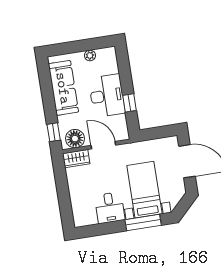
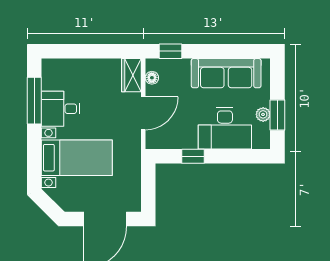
window: (89, 45) -> (277, 115), added
desk: (107, 96) -> (225, 128), moved
floor lamp: (75, 139) -> (152, 78), width x0.53, depth x0.53
window: (143, 222) -> (34, 101), moved

